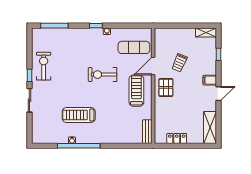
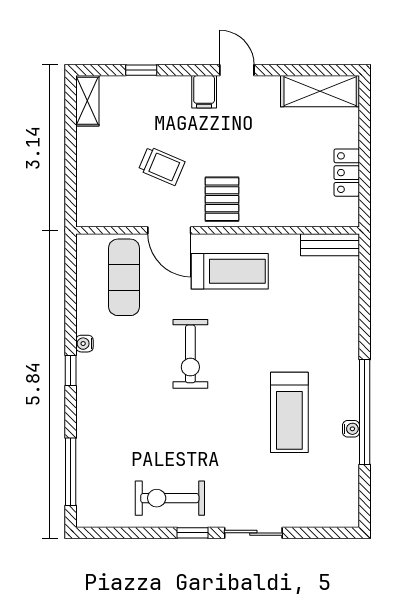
pallet: (166, 87) -> (222, 199), turned 90
treadmill: (136, 91) -> (230, 271), turned 180

